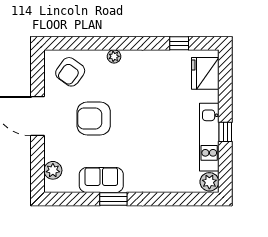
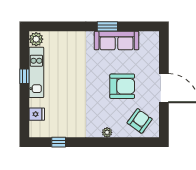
fridge: (205, 73) -> (37, 114), width x0.53, depth x0.75
plant: (53, 170) -> (153, 48), removed
sofa: (101, 180) -> (117, 41), width x1.36

